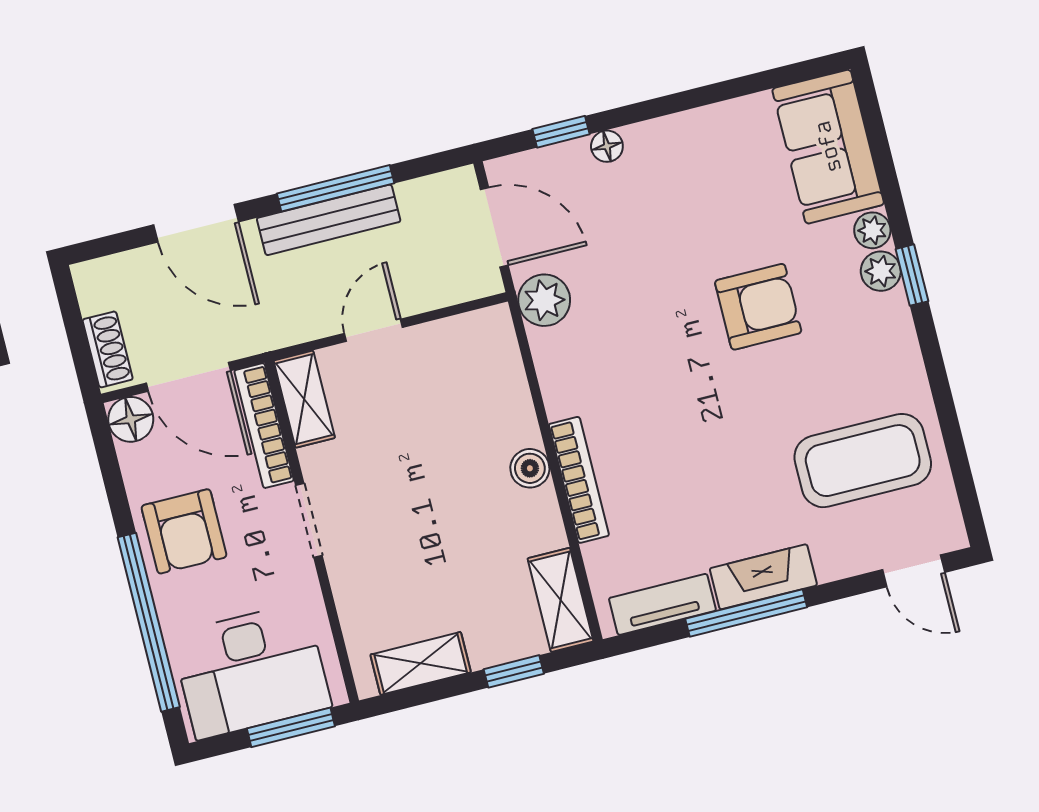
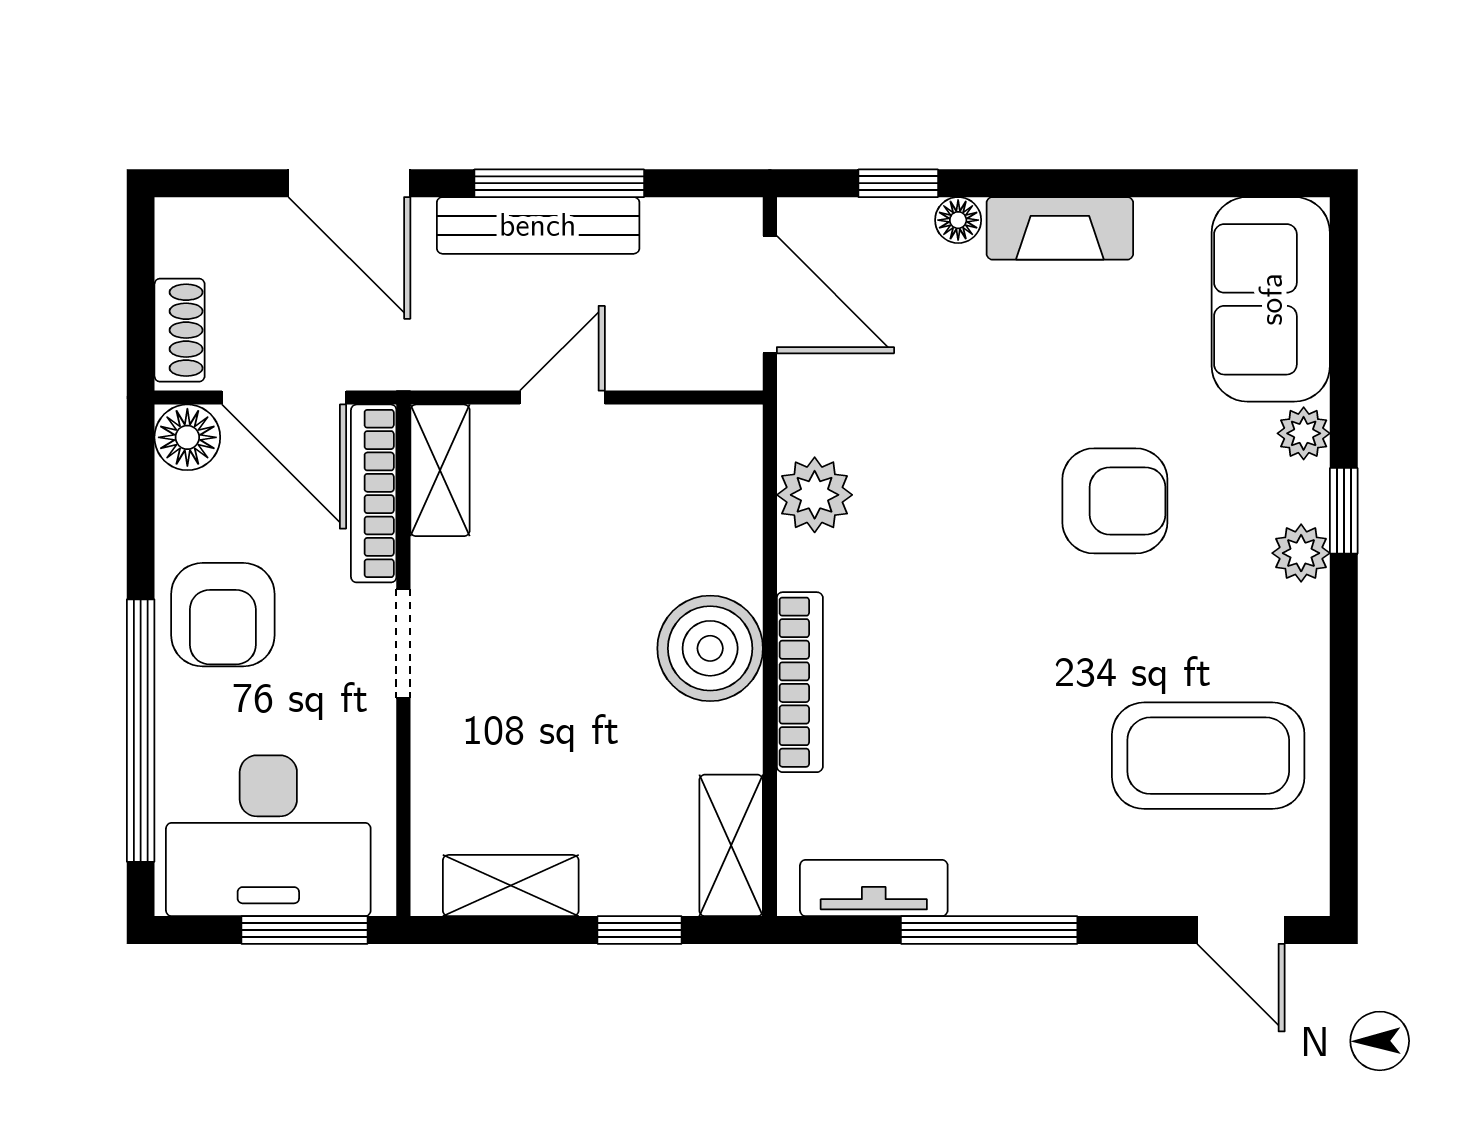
plant: (881, 271) -> (1301, 553), moved
plant: (544, 300) -> (815, 495), moved
boiler: (530, 468) -> (710, 648), width x1.86, depth x1.86
fireplace: (763, 577) -> (1060, 228), moved, turned 180

